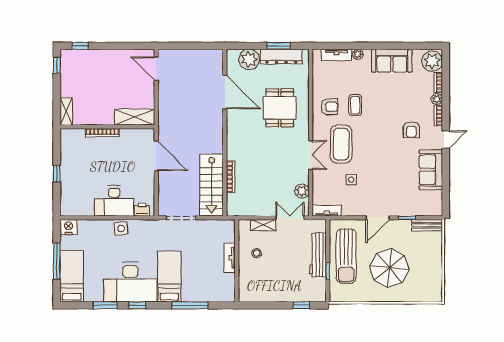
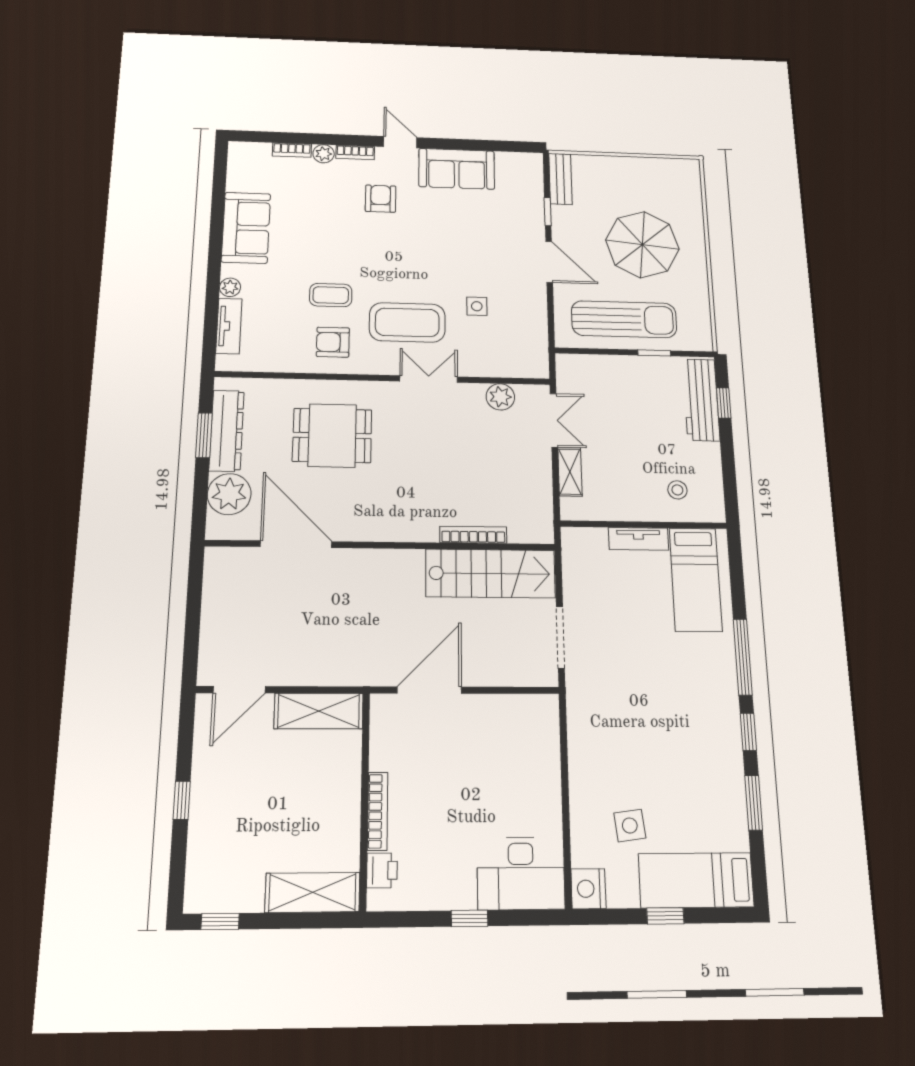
window: (80, 46) -> (182, 800), moved
plant: (432, 61) -> (250, 159), removed
door: (225, 92) -> (296, 544), hinge flipped
armchair: (329, 107) -> (333, 342), turned -90
shelving: (66, 112) -> (313, 892), width x1.50, depth x1.33
shelving: (135, 117) -> (319, 711), moved, turned 90
armchair: (411, 130) -> (381, 199), turned -90
desk: (114, 201) -> (521, 873), moved, turned 90
printer: (142, 210) -> (382, 870), moved, turned 180
tv unit: (327, 211) -> (538, 352), removed
double door: (290, 218) -> (554, 420), swing flipped
side table: (121, 229) -> (630, 826), moved
stool: (257, 253) -> (677, 490), moved
workbench: (318, 255) -> (701, 400), moved, turned 90
window: (57, 261) -> (665, 916), width x0.46
bed: (169, 277) -> (696, 579), moved, turned -90
desk: (130, 282) -> (701, 747), removed
window: (190, 305) -> (743, 657), moved

